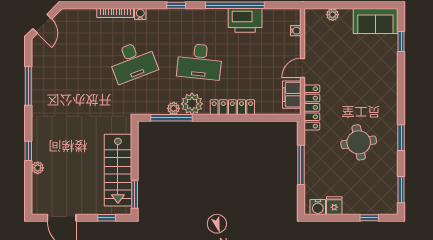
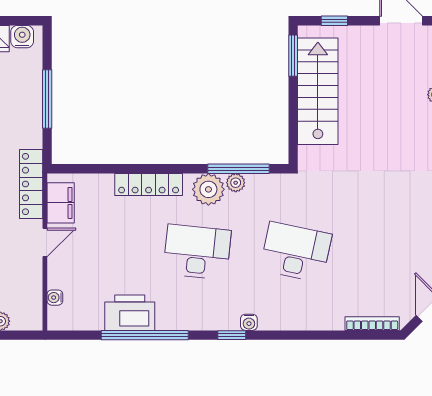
bookcase: (115, 13) -> (372, 324), moved
water cooler: (140, 14) -> (249, 322), moved
desk: (133, 61) -> (296, 252), turned 33

